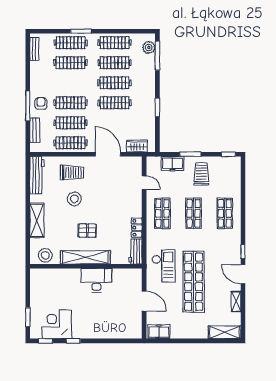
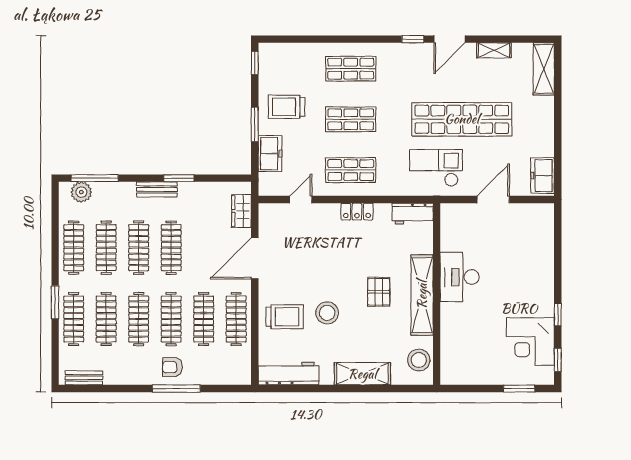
clothes rail: (71, 83) -> (139, 319), added
bench: (35, 130) -> (157, 189), moved
trolley: (72, 173) -> (284, 317), turned 90
locker: (137, 228) -> (357, 212), moved

